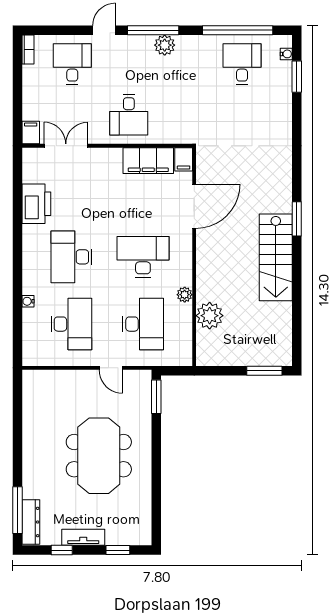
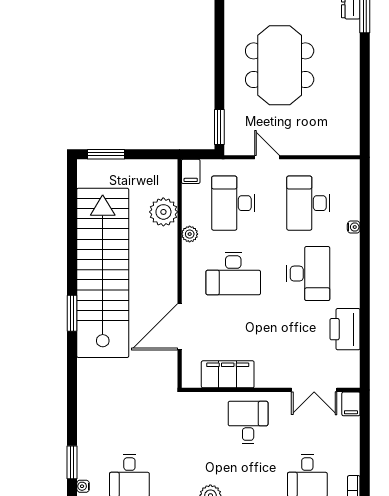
filing cabinet: (184, 159) -> (191, 171), moved, turned 180
stairs: (276, 257) -> (103, 273), width x1.86, depth x1.51

